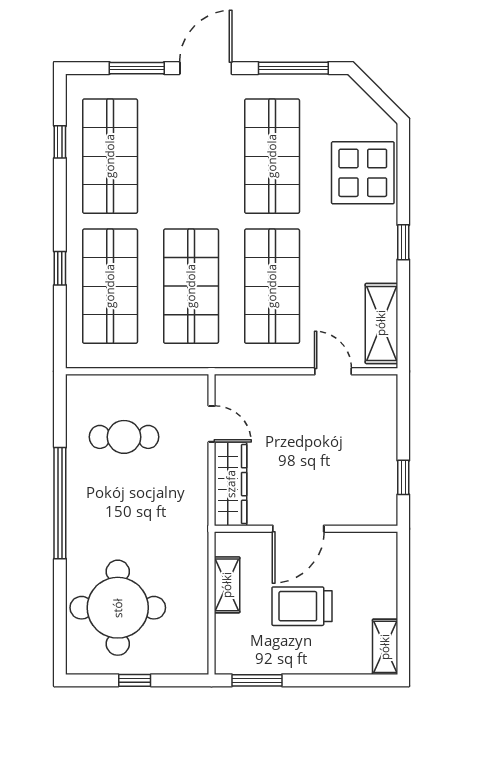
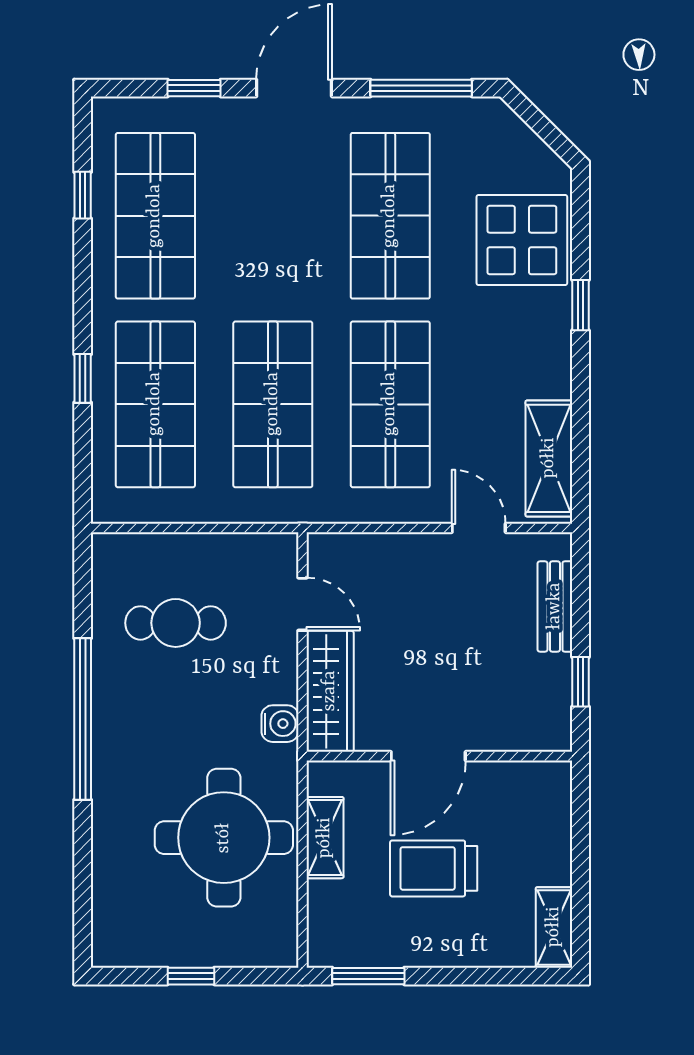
window: (137, 68) -> (194, 88), width x0.67
window: (403, 242) -> (581, 305), moved
bench: (386, 426) -> (555, 606), added
water cooler: (196, 506) -> (280, 724), added
round table: (118, 608) -> (224, 838), moved

